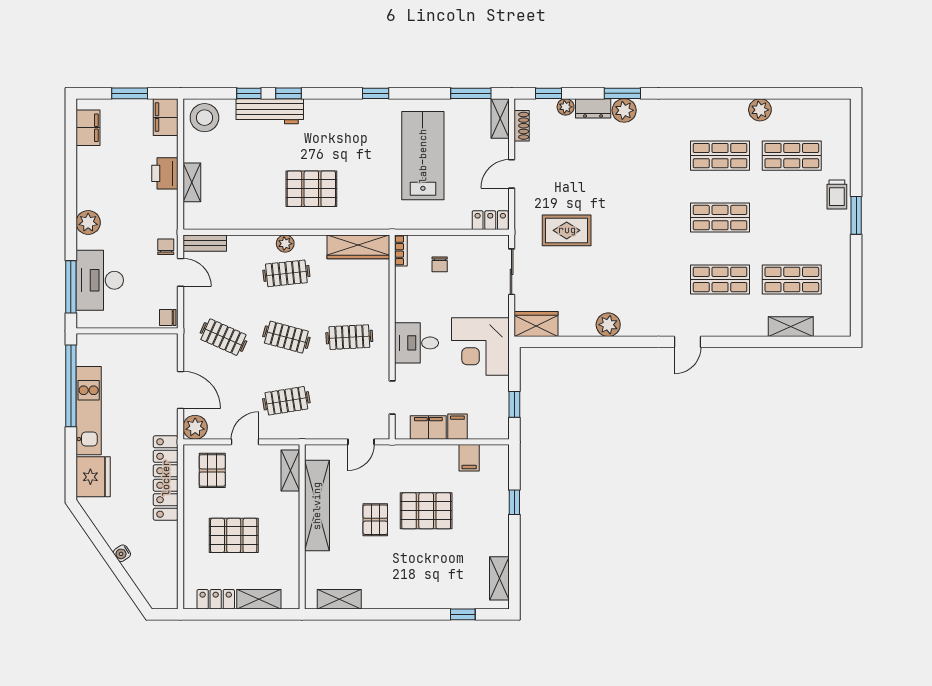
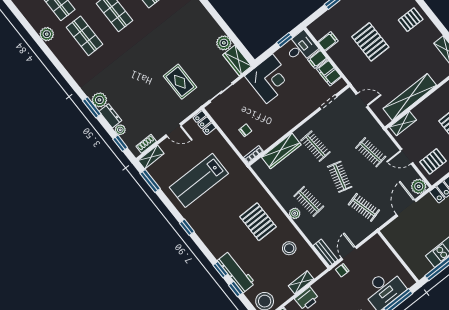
stool: (247, 202) -> (289, 248), added
wardrobe: (358, 247) -> (281, 151), moved, turned 90
chair: (168, 318) -> (376, 242), removed
plant: (608, 325) -> (224, 43), moved
clothes rail: (223, 337) -> (364, 207), turned -39
desk: (417, 343) -> (301, 47), moved, turned -90
pallet: (375, 520) -> (411, 20), moved

